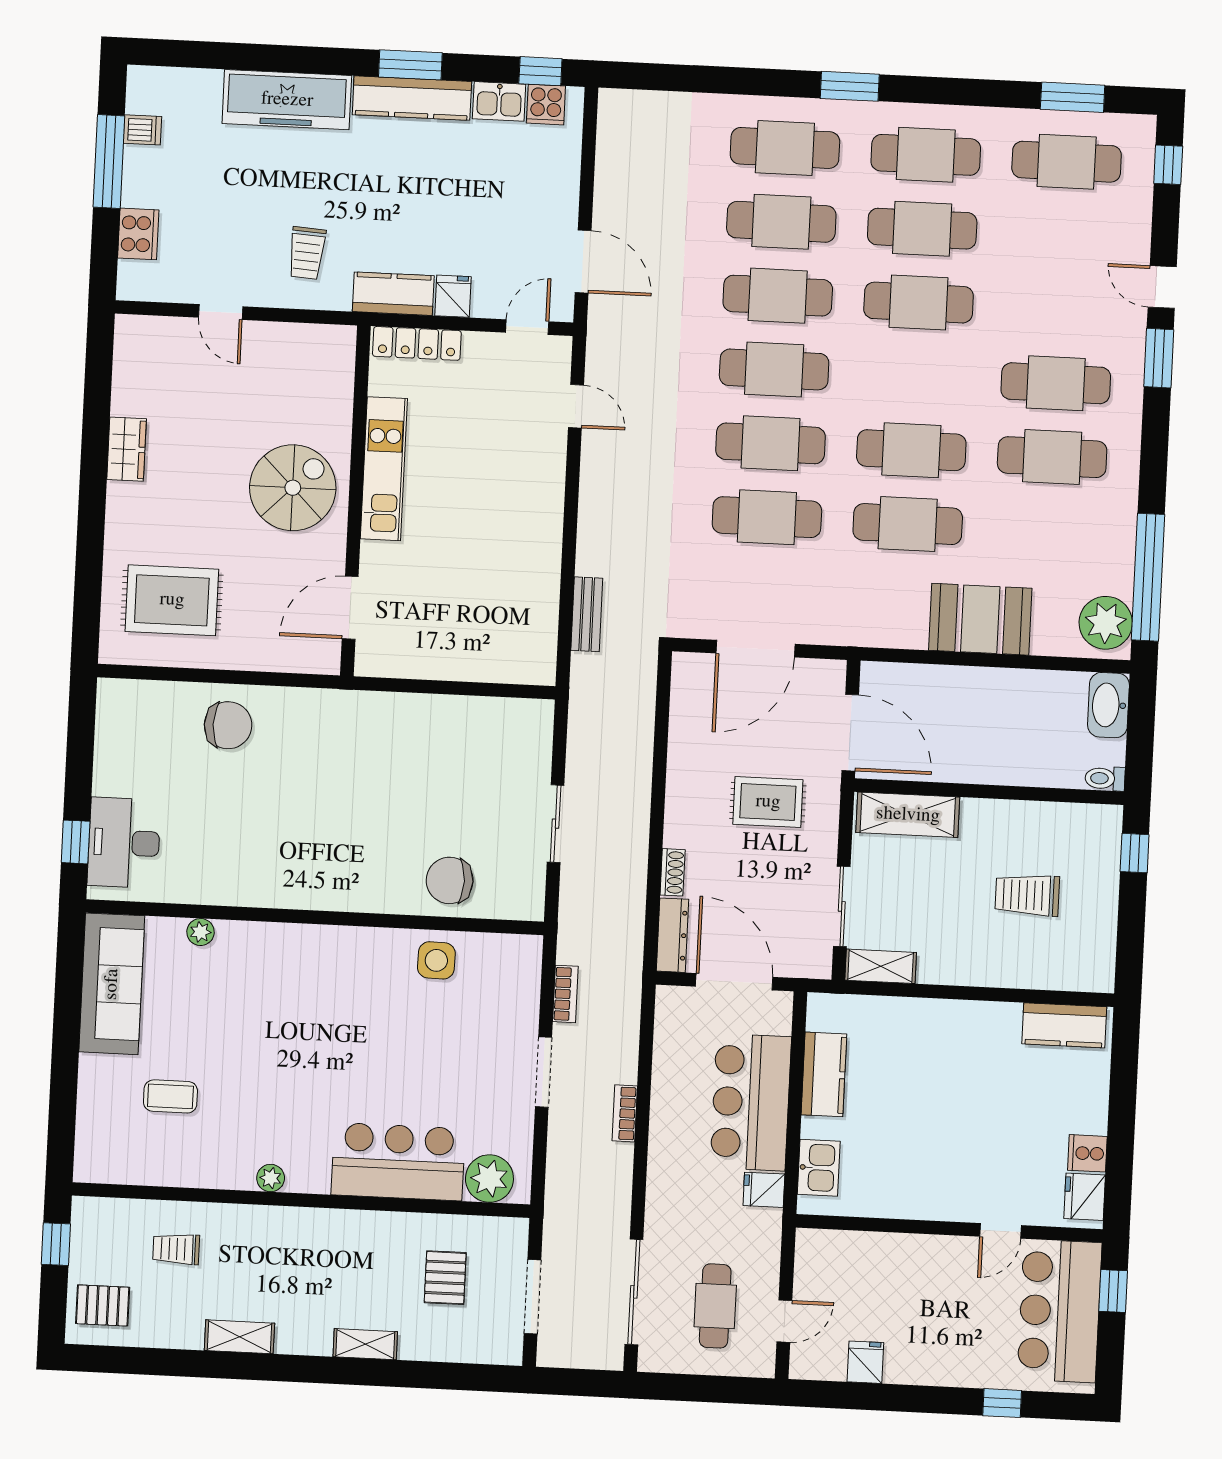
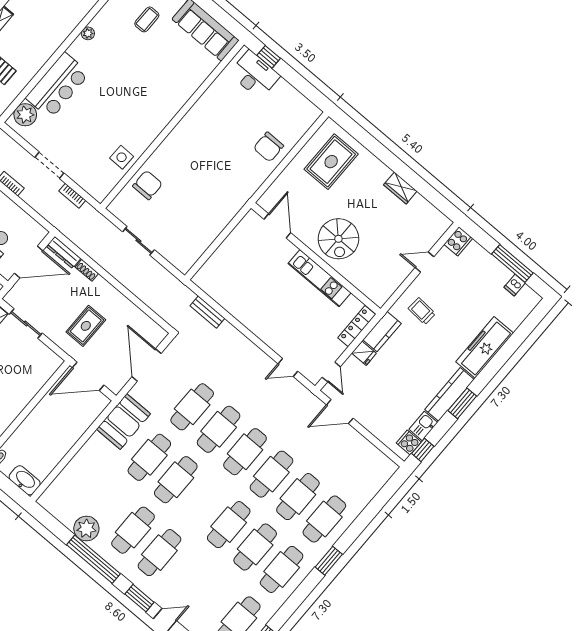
cooker: (138, 234) -> (458, 241), moved, turned -90
window: (1148, 577) -> (94, 559), moved
booth: (980, 619) -> (123, 421), moved
plant: (1106, 623) -> (86, 529), moved
shelving: (908, 815) -> (41, 374), removed
plant: (200, 932) -> (199, 78), removed

